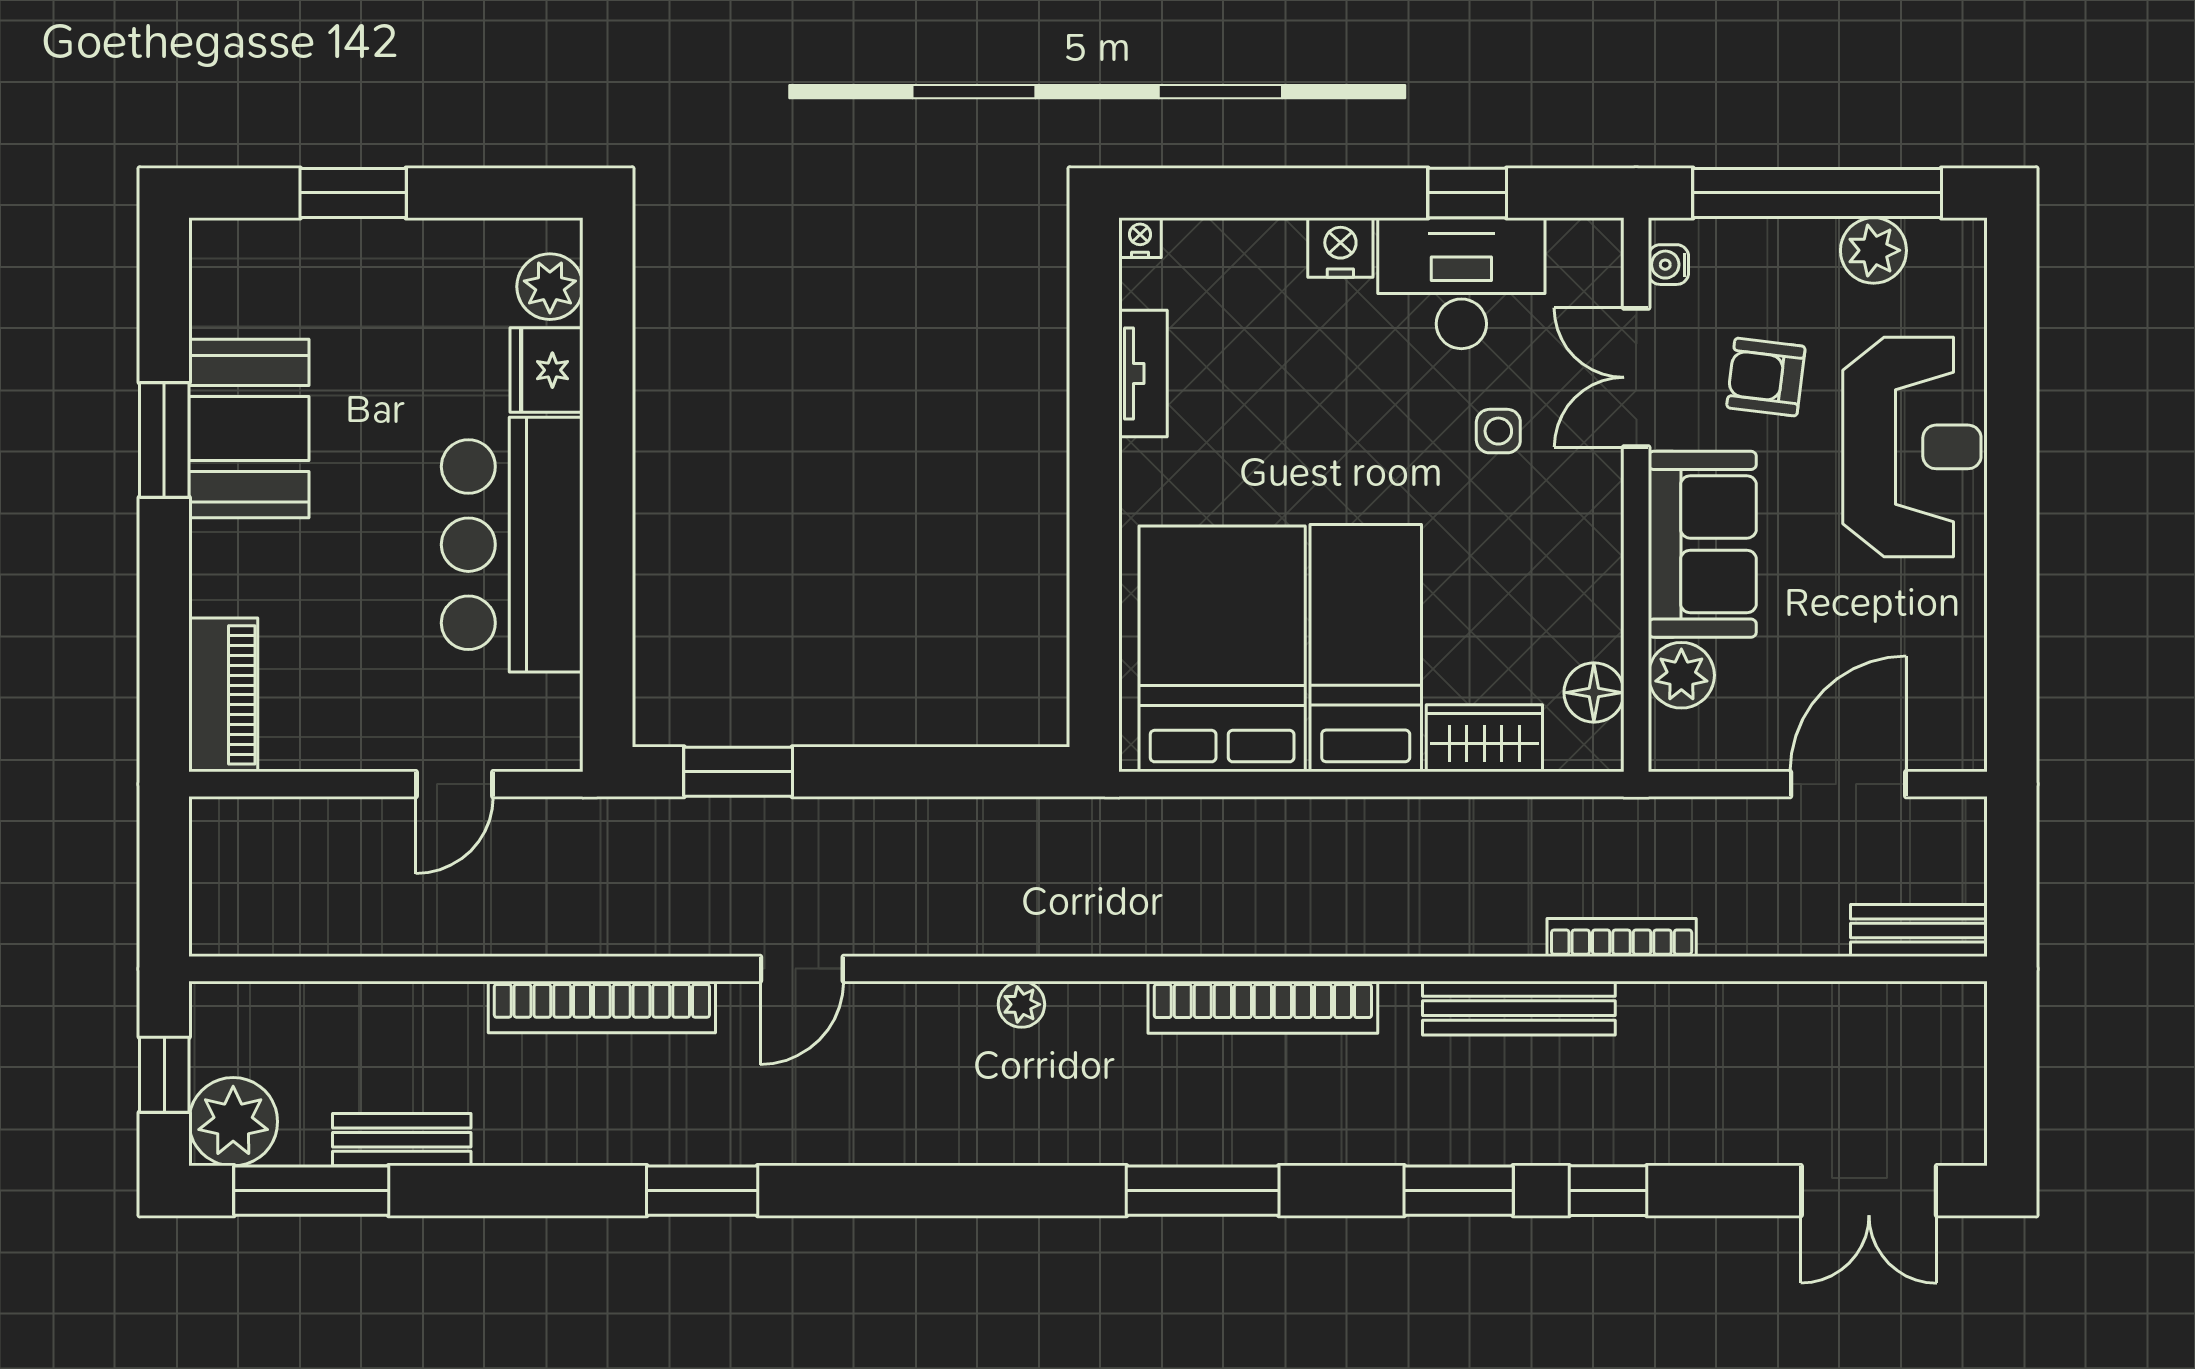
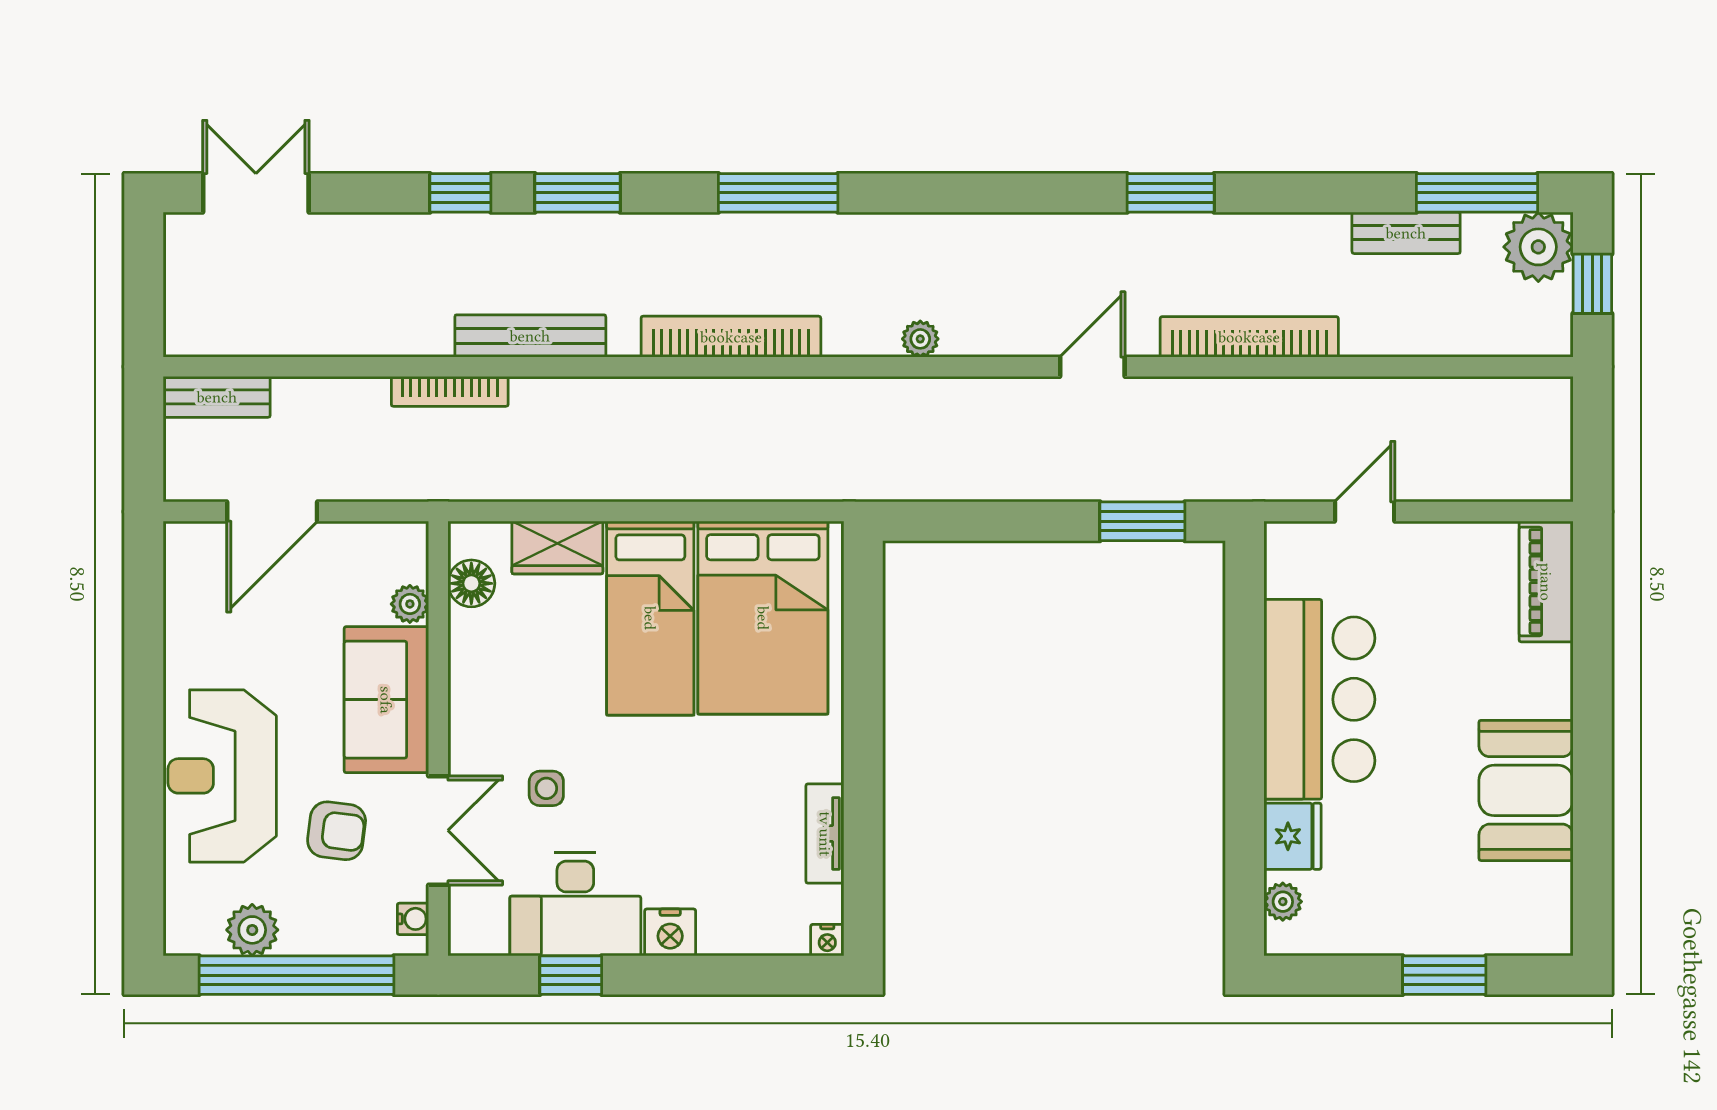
plant: (550, 287) -> (1283, 902), width x0.73, depth x0.73
window: (164, 440) -> (1592, 781), removed
plant: (1681, 675) -> (410, 604), width x0.73, depth x0.73

